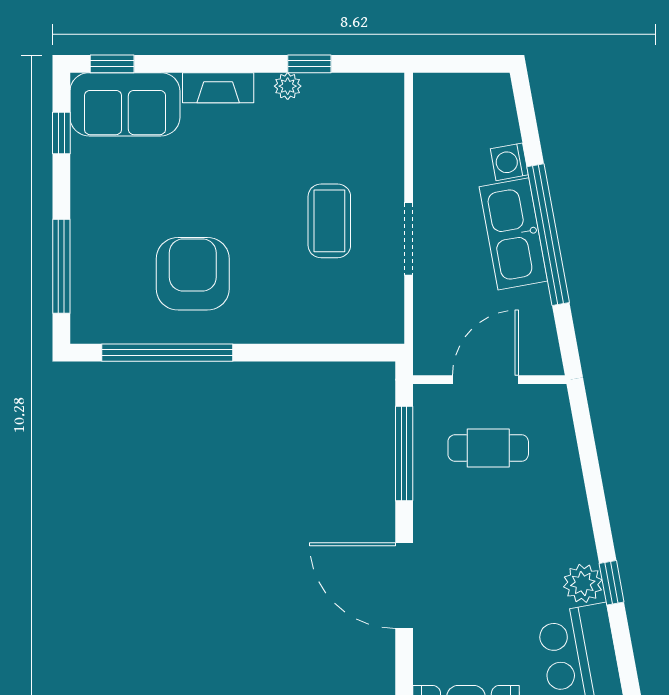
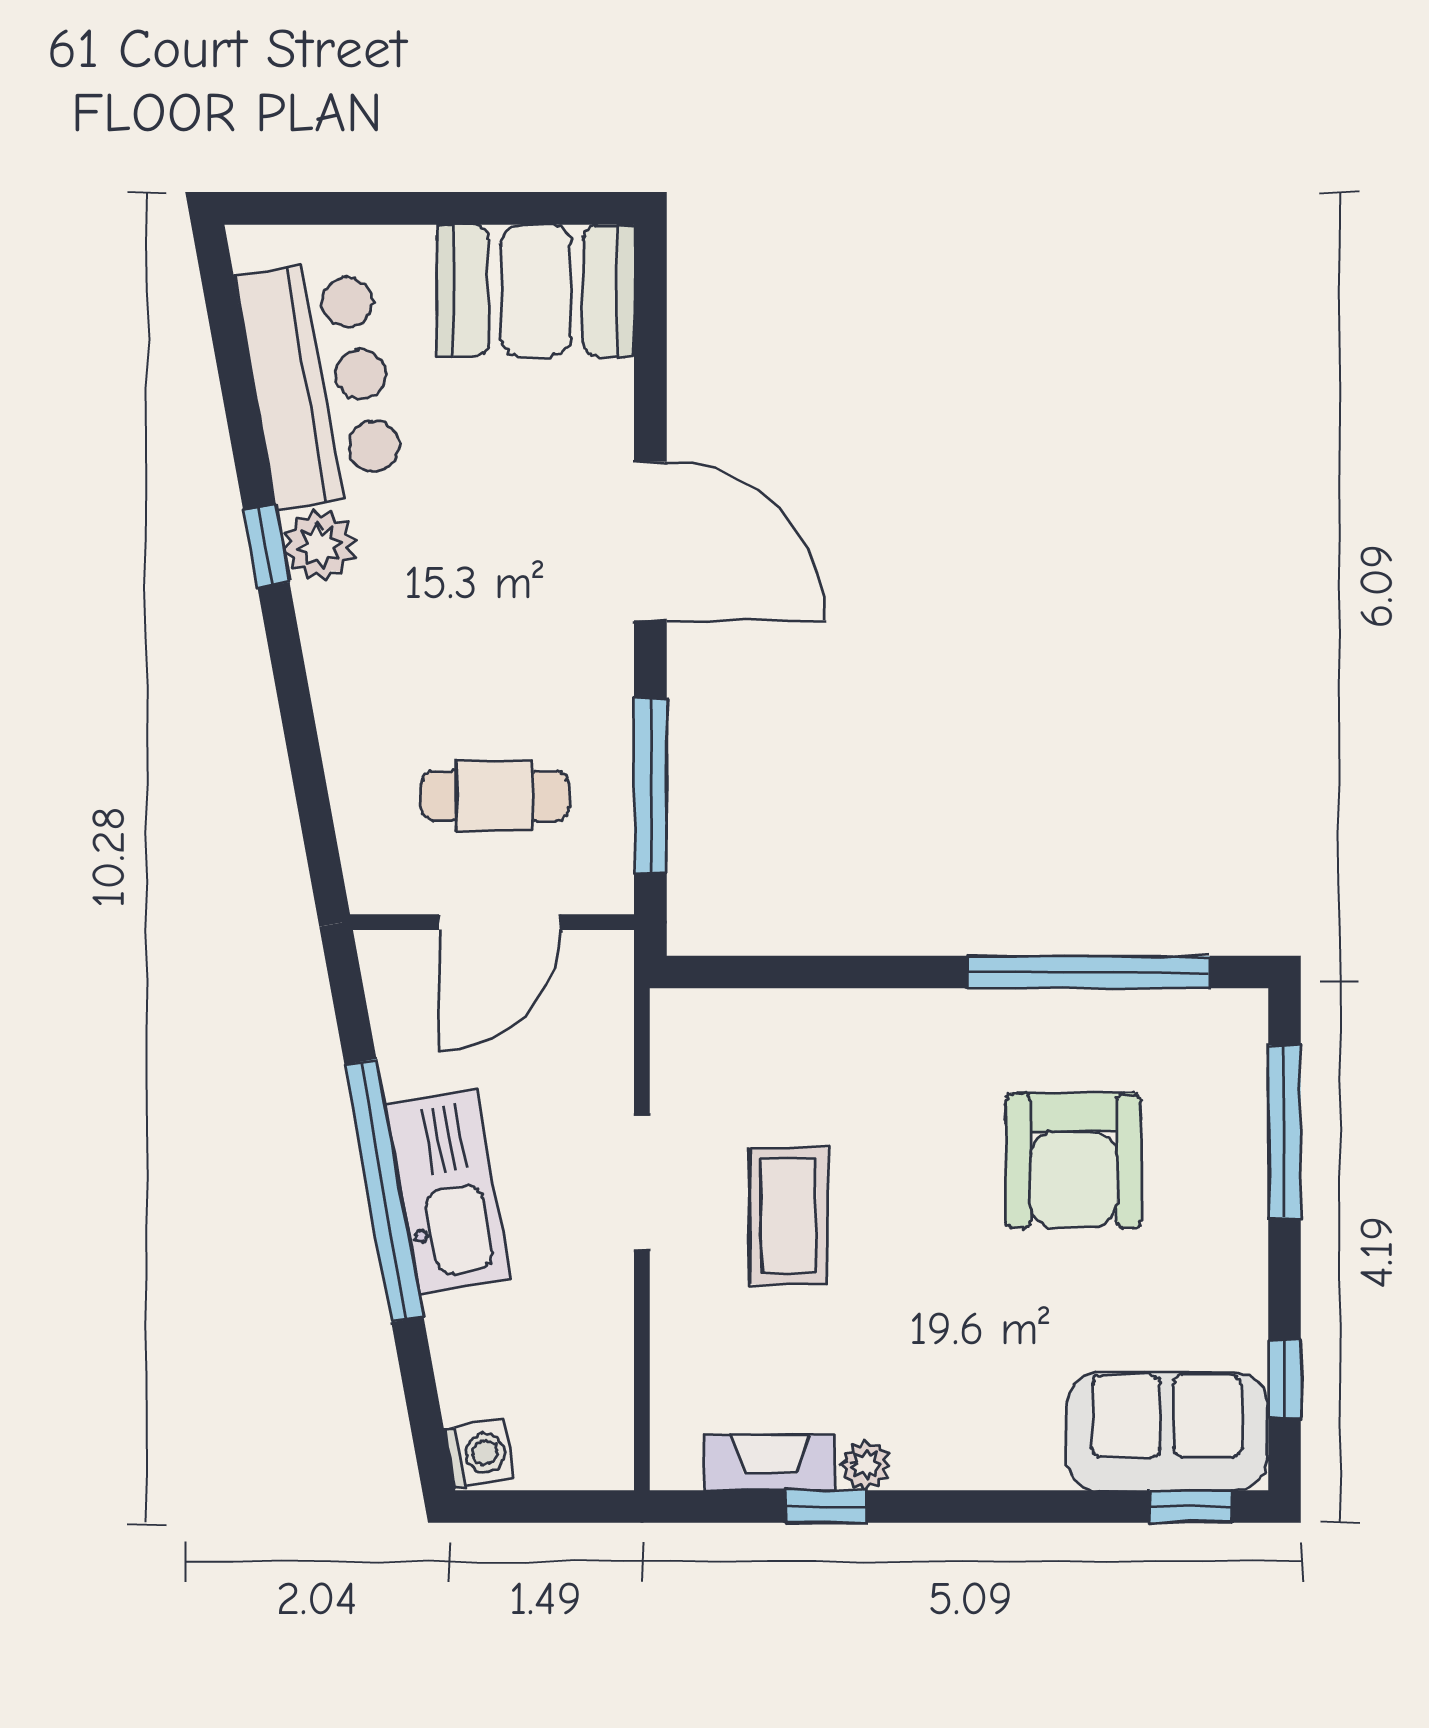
fireplace: (218, 88) -> (770, 1462), moved
washing machine: (509, 162) -> (479, 1454), moved
armchair: (193, 274) -> (1073, 1161), moved

